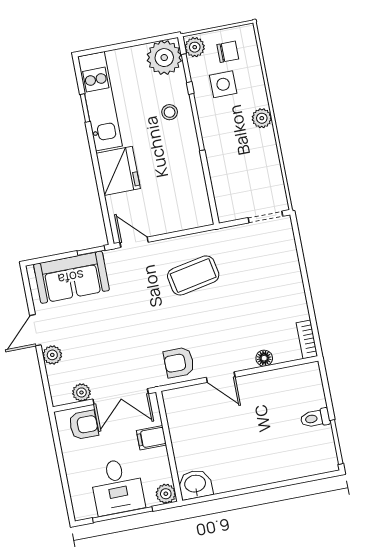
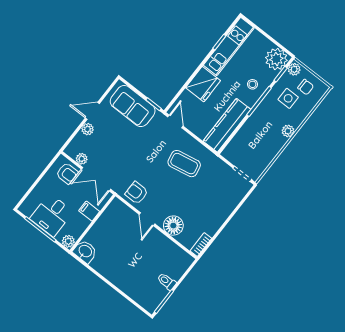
kitchen counter: (192, 185) -> (227, 125), added
floor lamp: (264, 358) -> (173, 226), width x1.89, depth x1.89

